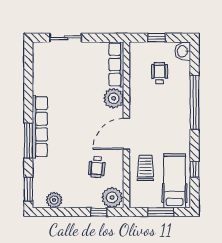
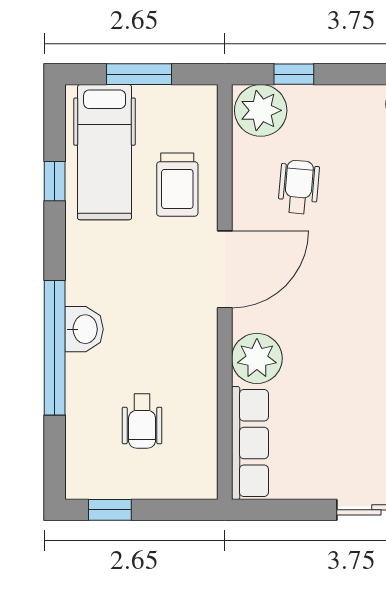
window: (157, 38) -> (110, 510), moved
washbasin: (183, 51) -> (84, 329), moved

